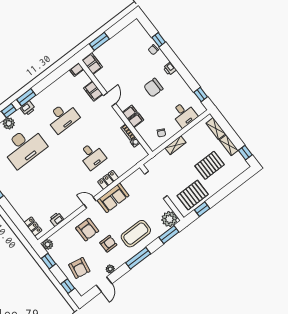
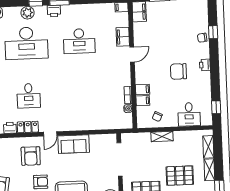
filing cabinet: (130, 112) -> (143, 101), moved
desk: (92, 156) -> (29, 96), moved
locker: (108, 180) -> (28, 127), moved
door: (90, 203) -> (50, 134), swing flipped

